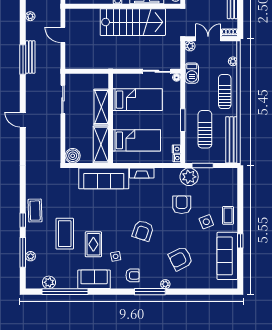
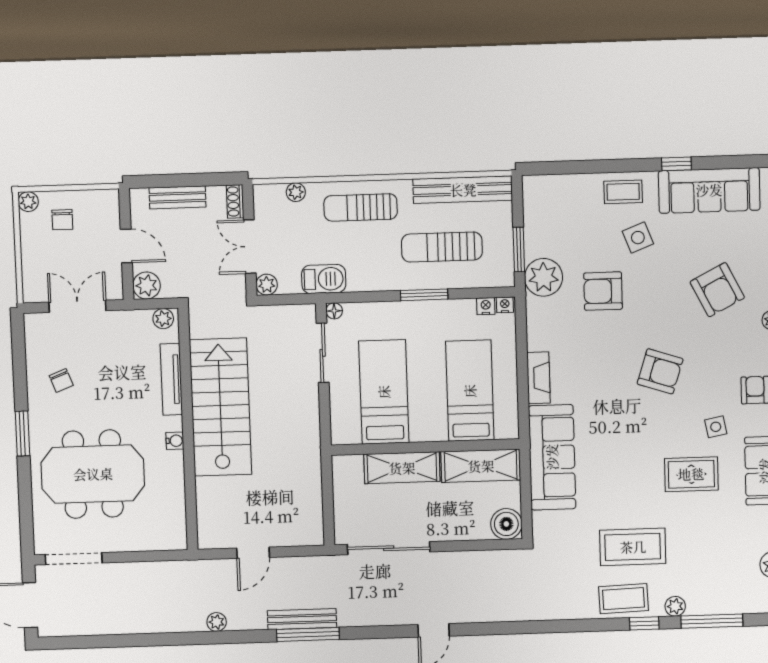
sliding door: (63, 99) -> (389, 548), width x1.37
coffee table: (65, 234) -> (633, 547), moved
plant: (31, 256) -> (675, 606), moved

